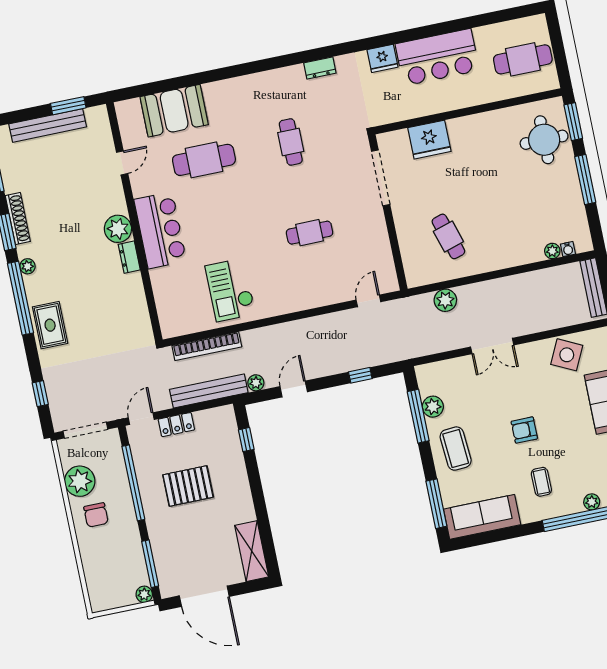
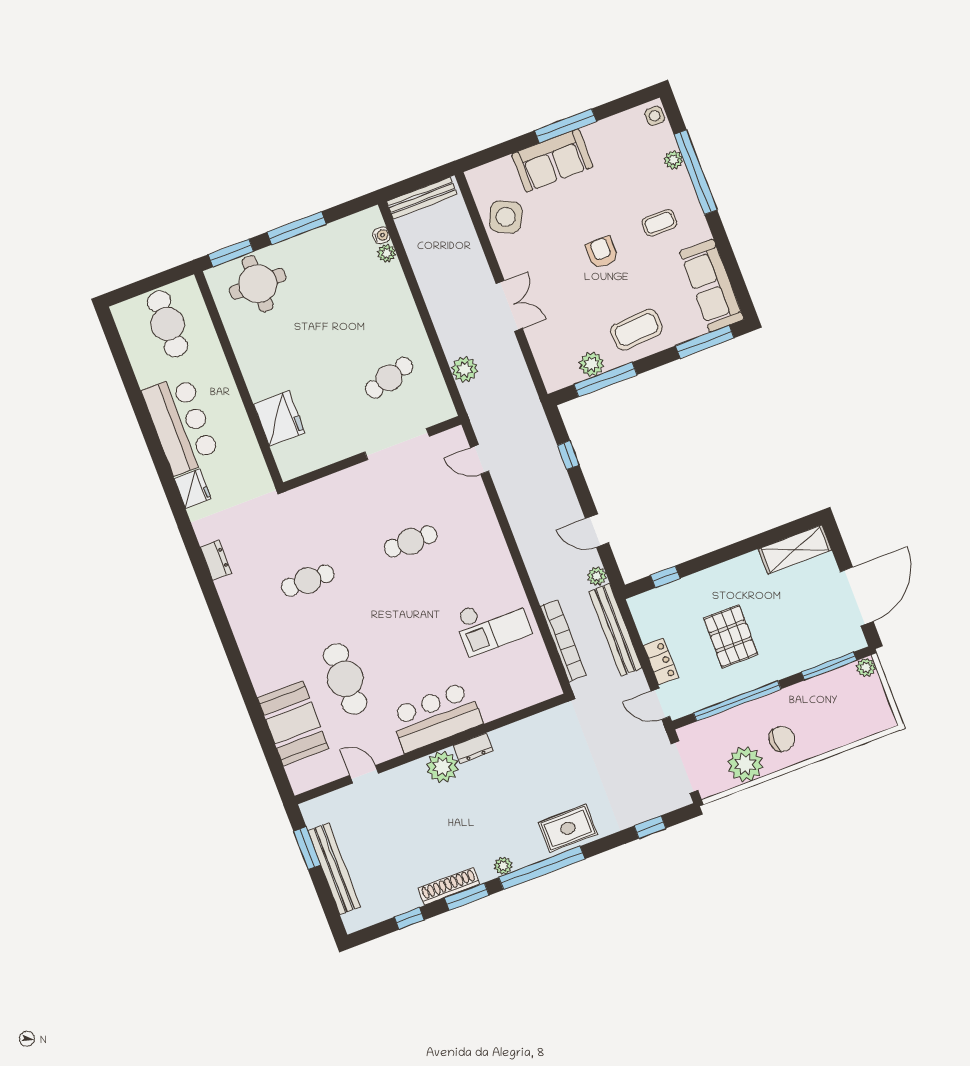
doorway: (381, 178) -> (397, 444), moved
cafe table: (310, 233) -> (411, 541), turned 90
armchair: (524, 430) -> (602, 253), turned 180

